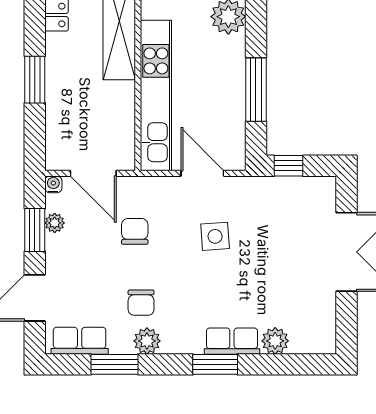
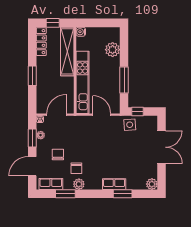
door: (93, 173) -> (56, 115), swing flipped
chair: (135, 231) -> (58, 155), moved
side table: (215, 236) -> (130, 125), moved
plant: (275, 341) -> (152, 184), moved
window: (215, 364) -> (123, 194), moved

